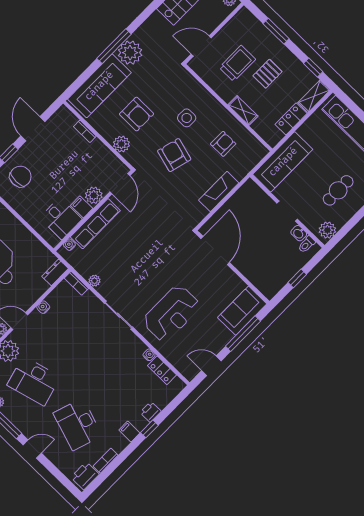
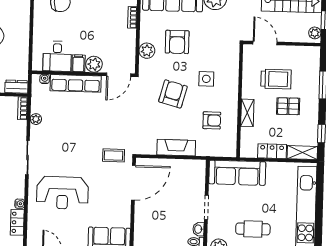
coffee table: (179, 246) -> (114, 155), added

